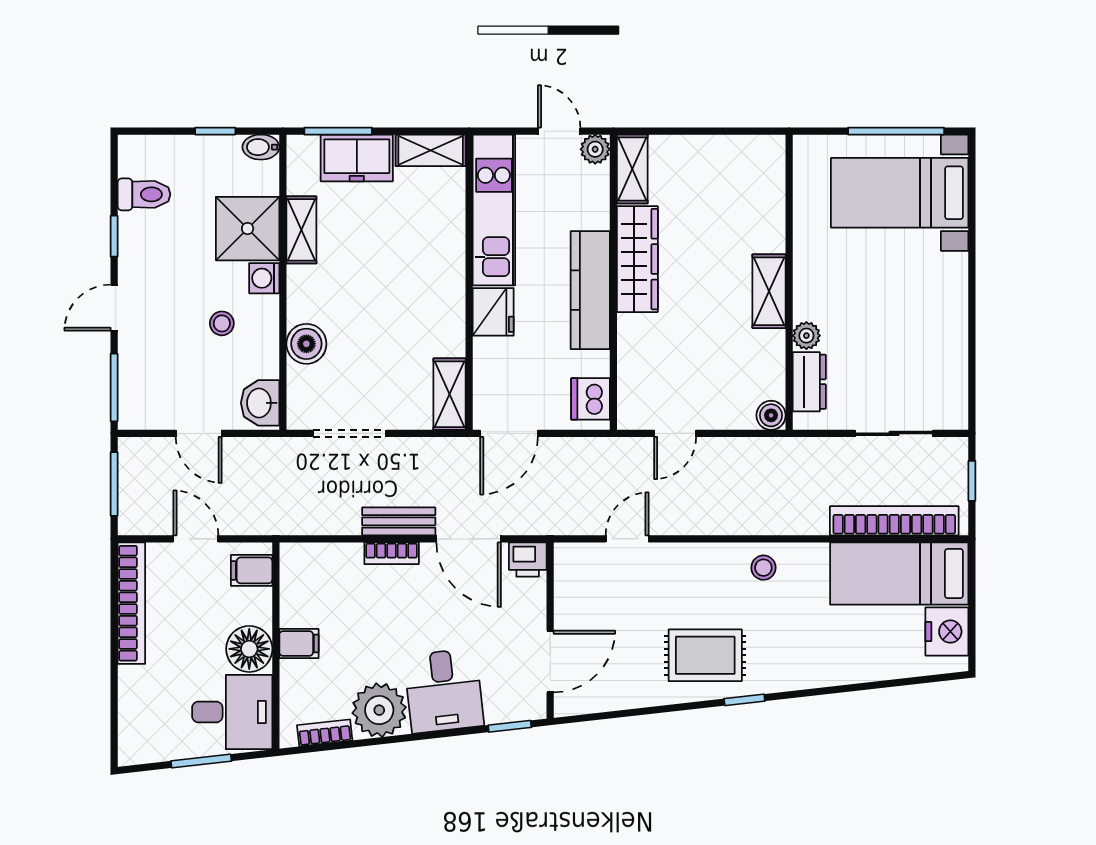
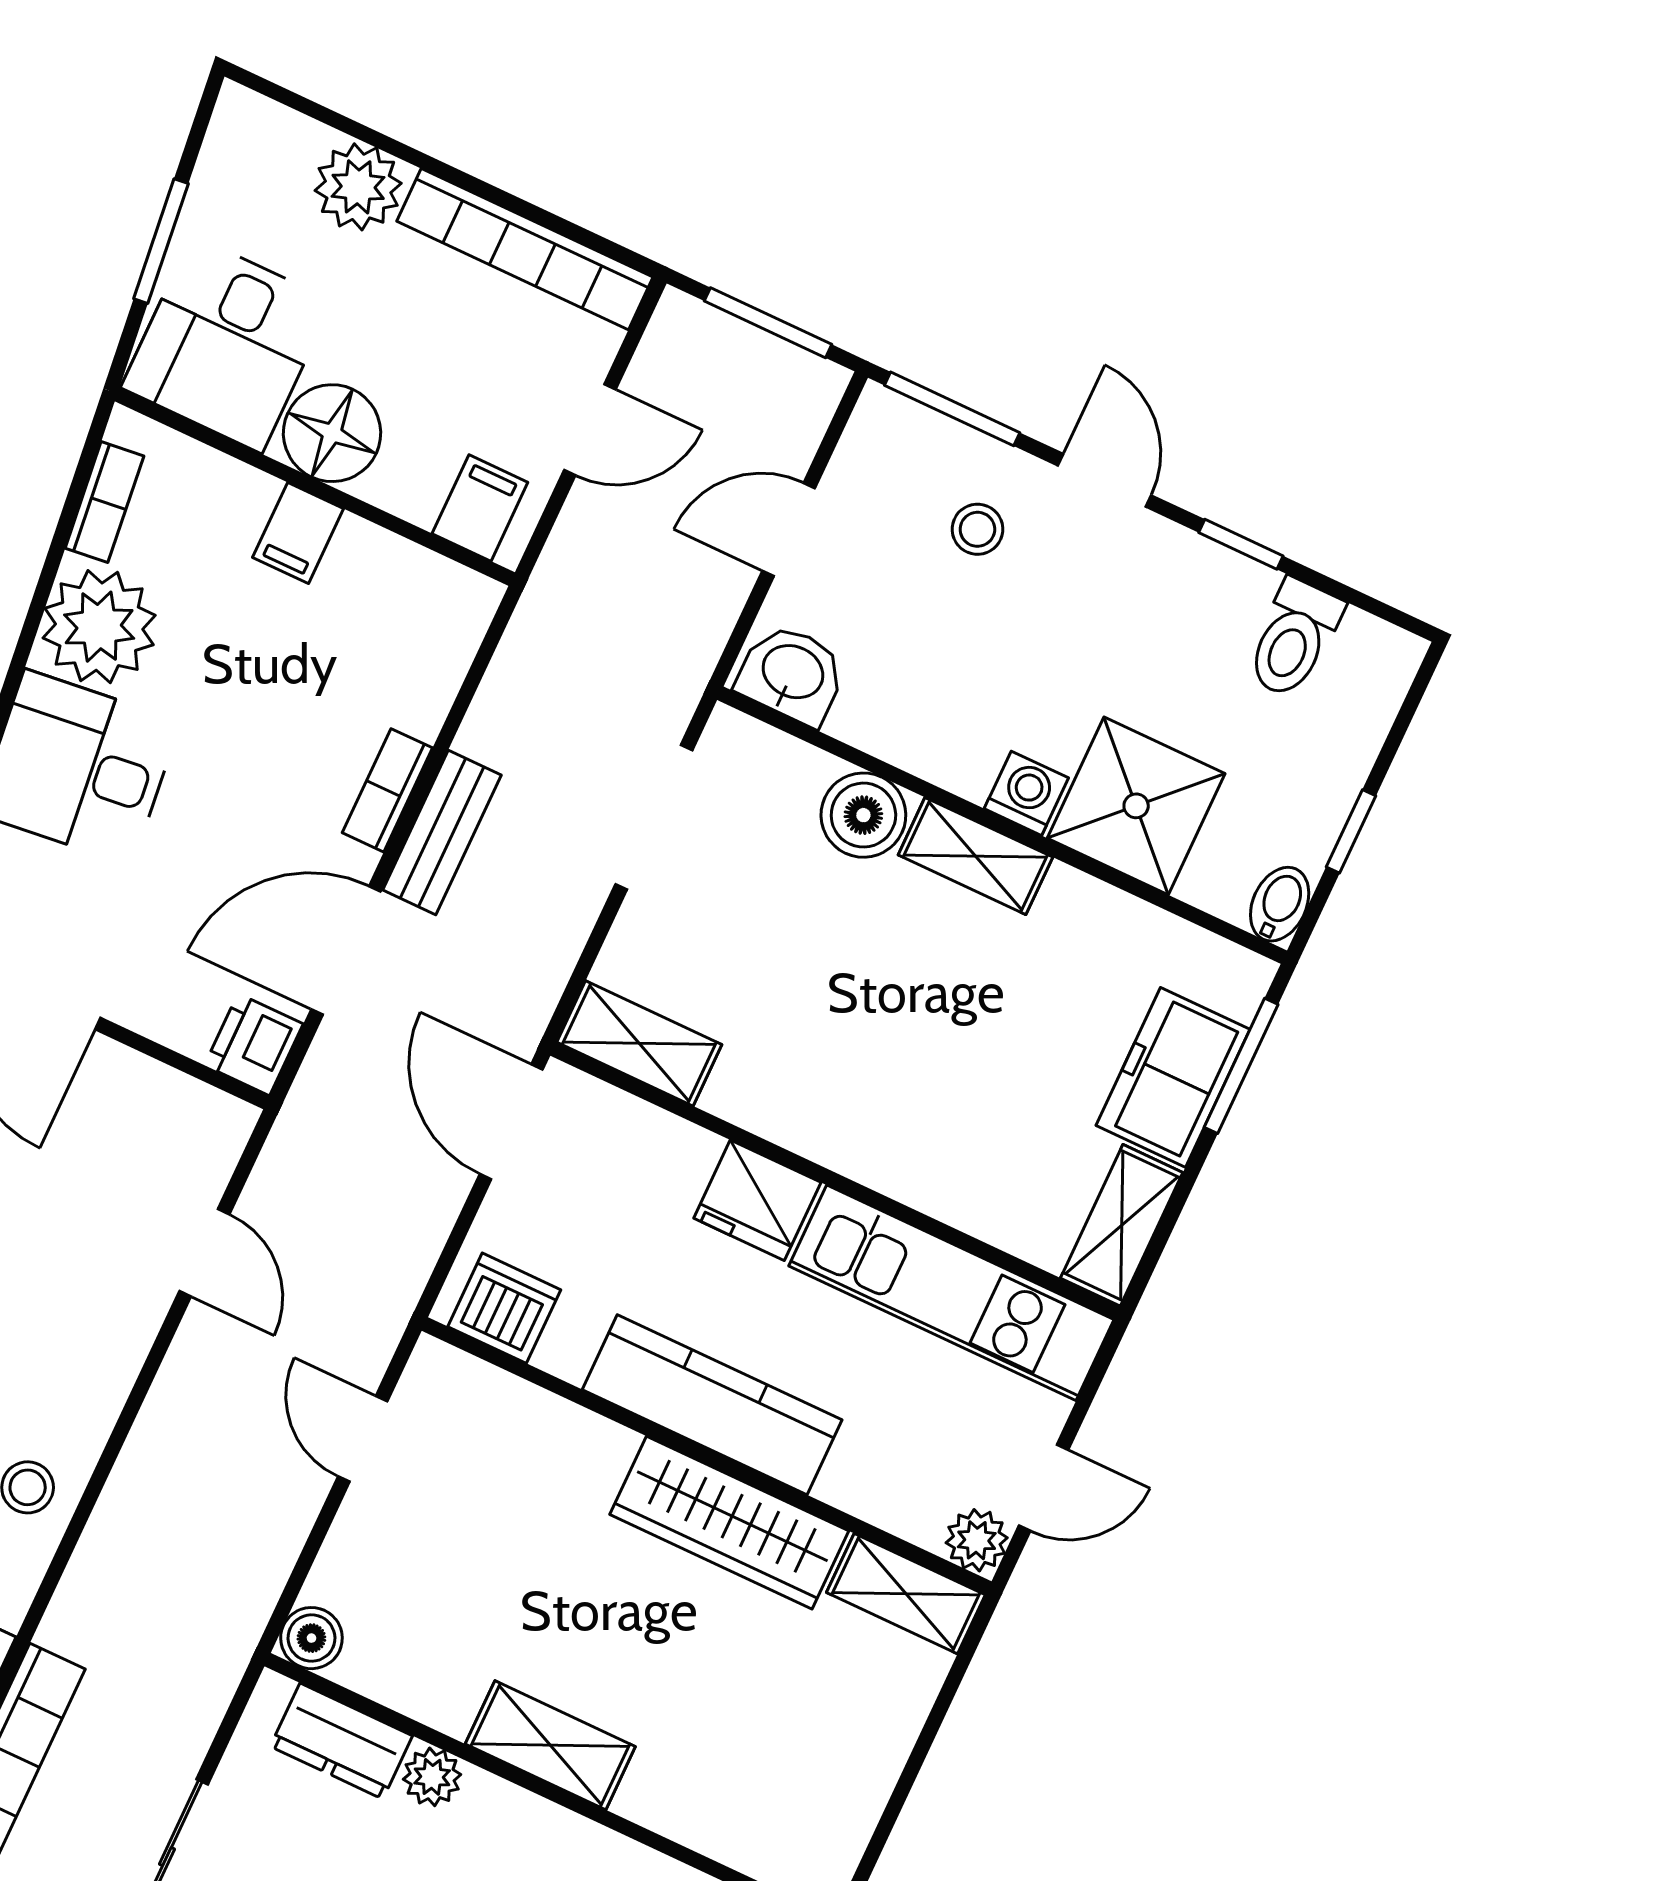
shelving: (301, 230) -> (975, 856), moved
stool: (222, 323) -> (977, 529), moved
plant: (138, 687) -> (358, 187), added

